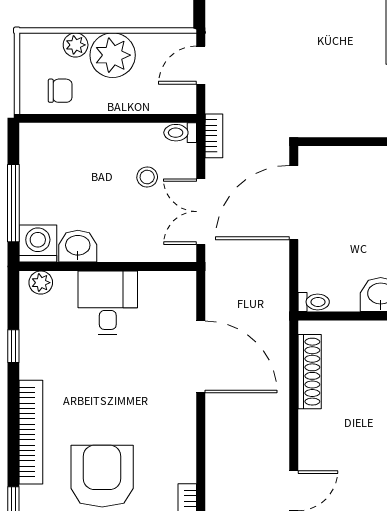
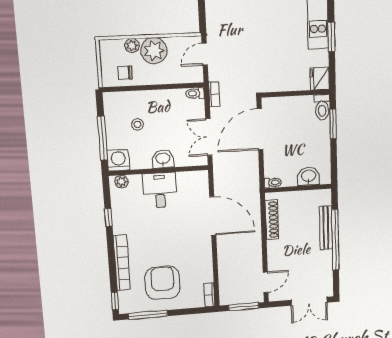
chair: (60, 91) -> (125, 73), turned 180
stool: (147, 177) -> (138, 124), moved
washbasin: (78, 246) -> (163, 159), moved

